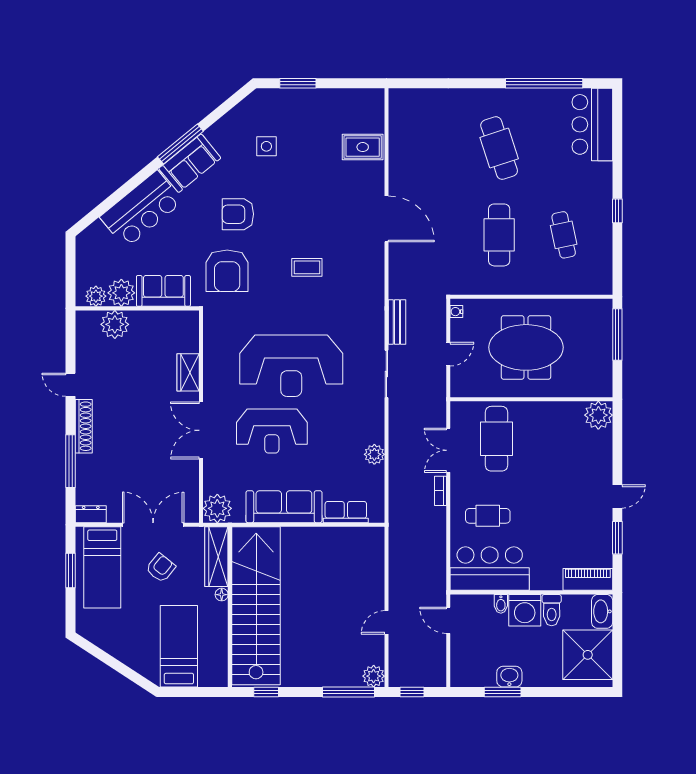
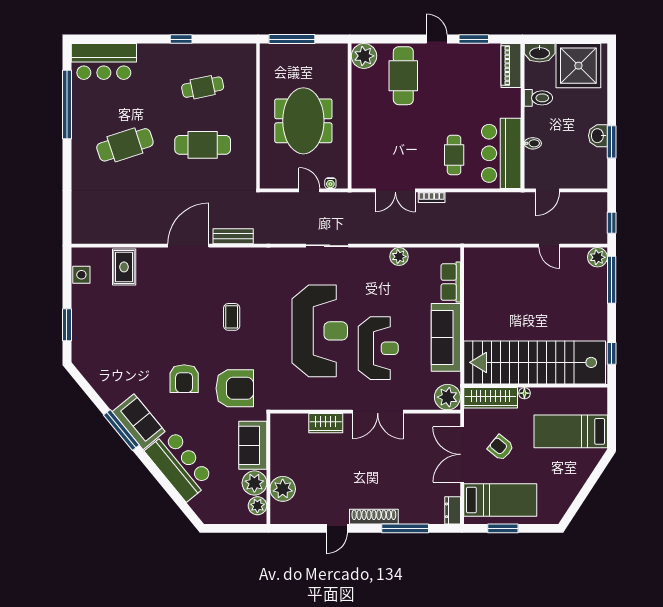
side table: (266, 146) -> (81, 275), moved
water cooler: (456, 312) -> (330, 183), moved
bench: (397, 322) -> (233, 236), moved
cafe table: (496, 439) -> (403, 76), moved, turned 90
washing machine: (525, 610) -> (538, 122), removed

